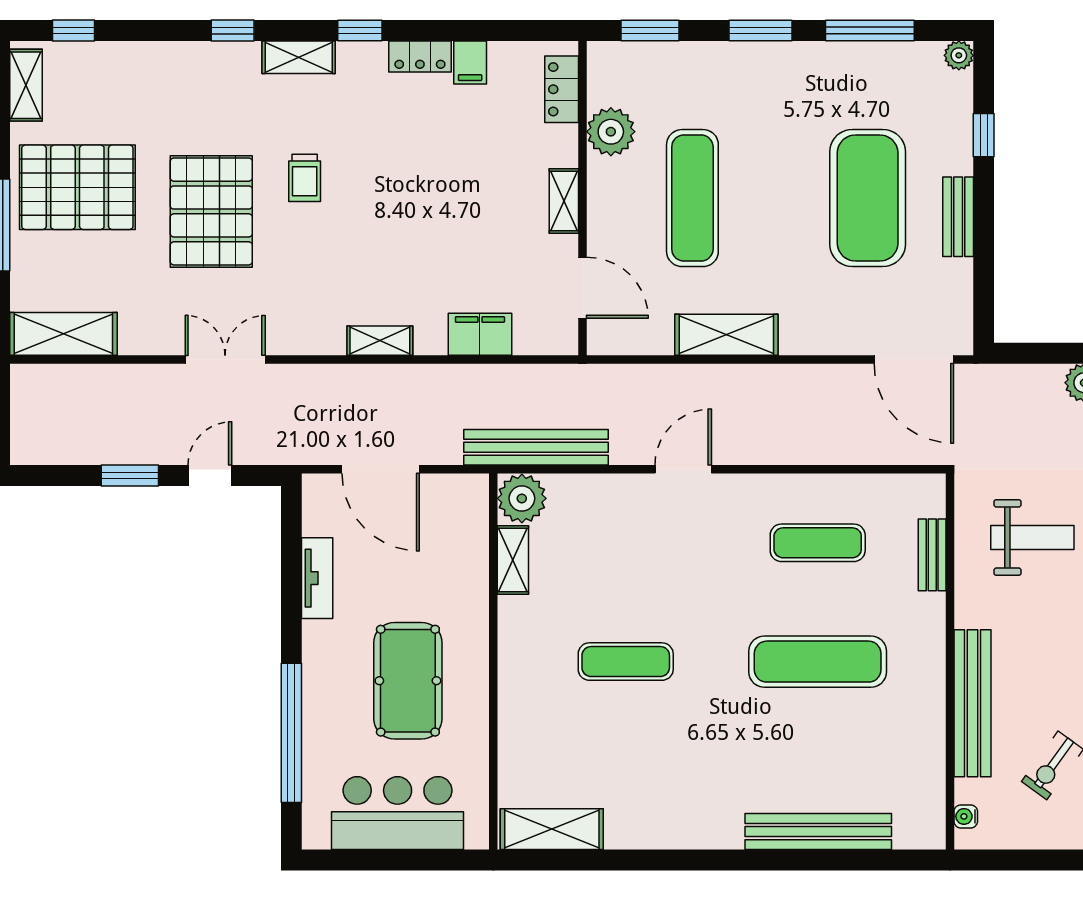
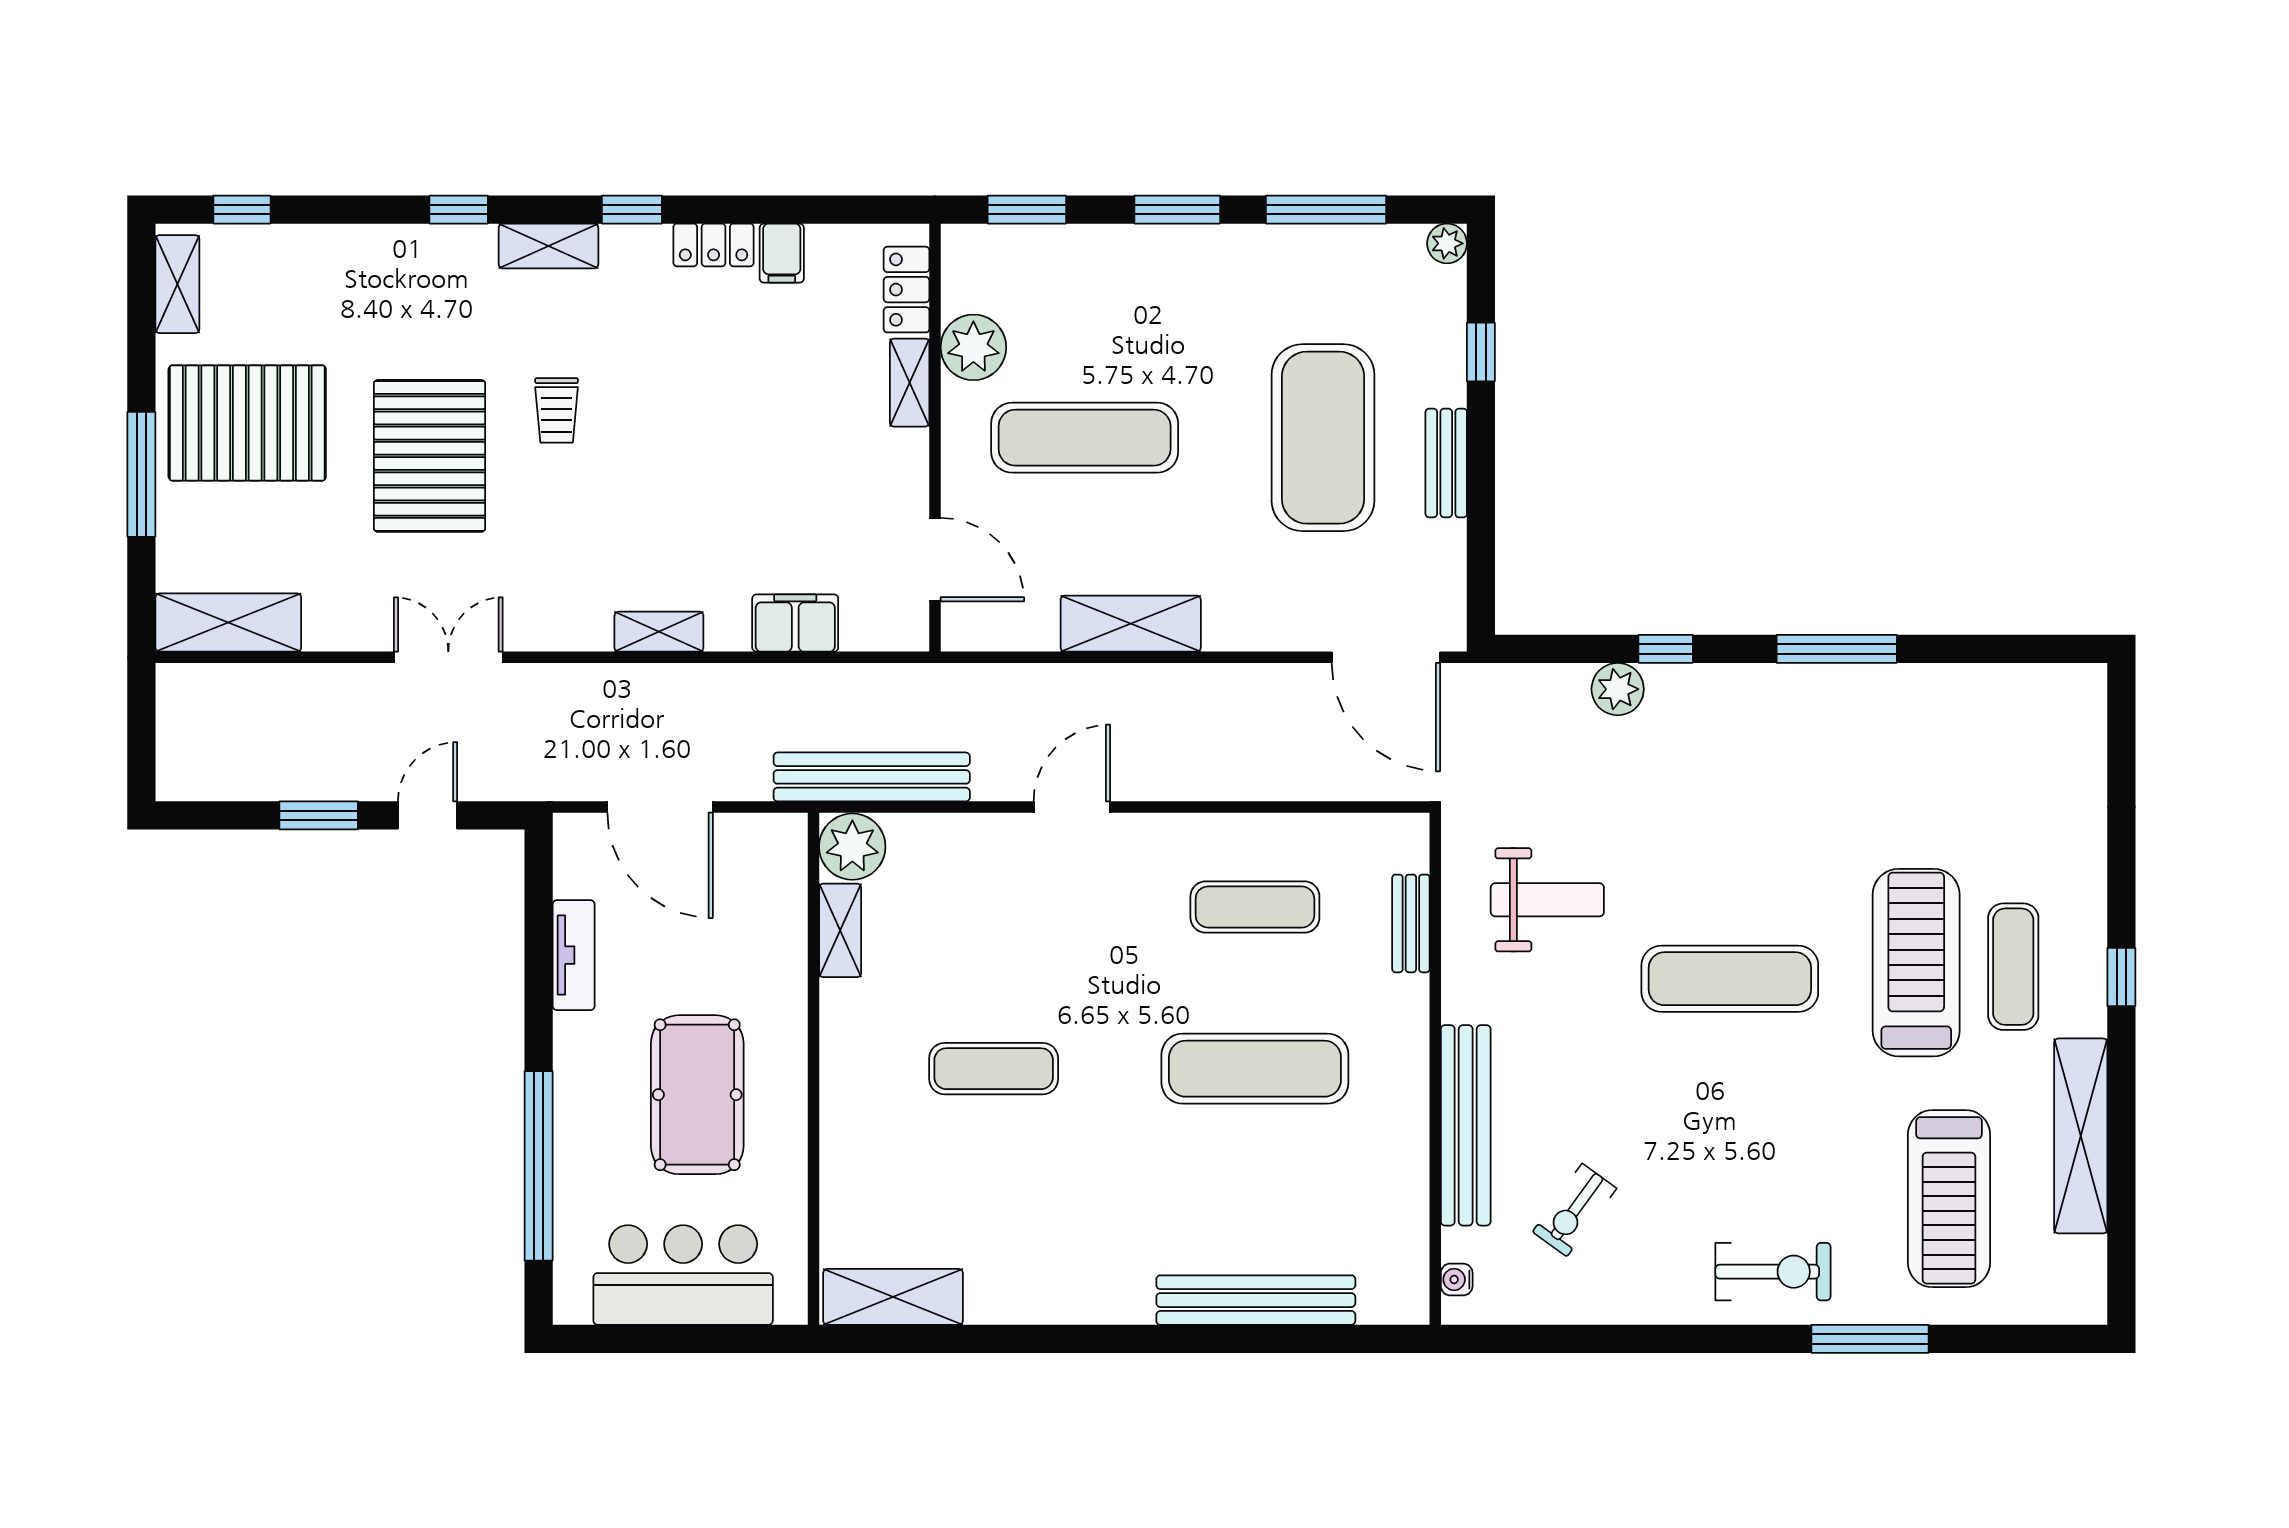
exercise mat: (692, 198) -> (1085, 438), turned 90
shelving: (564, 201) -> (910, 383), moved

